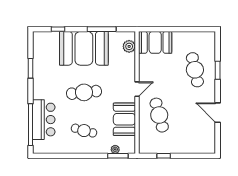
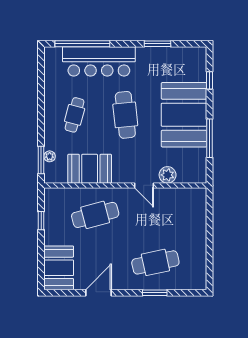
booth: (155, 42) -> (59, 268), moved
plant: (129, 46) -> (168, 175), moved
door: (137, 89) -> (144, 185), moved
bar counter: (44, 120) -> (99, 61), width x1.36

